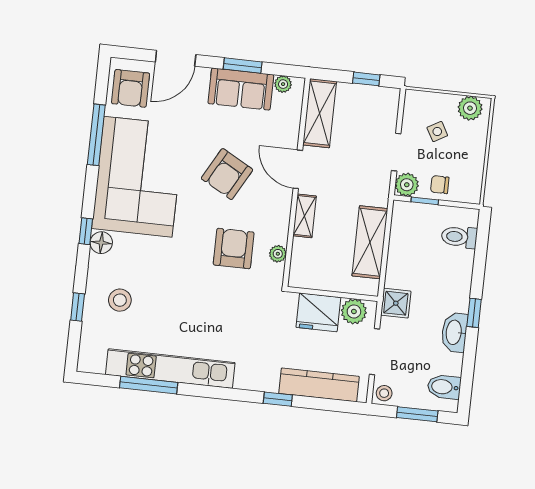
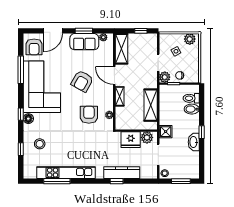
kitchen counter: (319, 385) -> (122, 173), moved
bidet: (444, 387) -> (192, 109), moved

